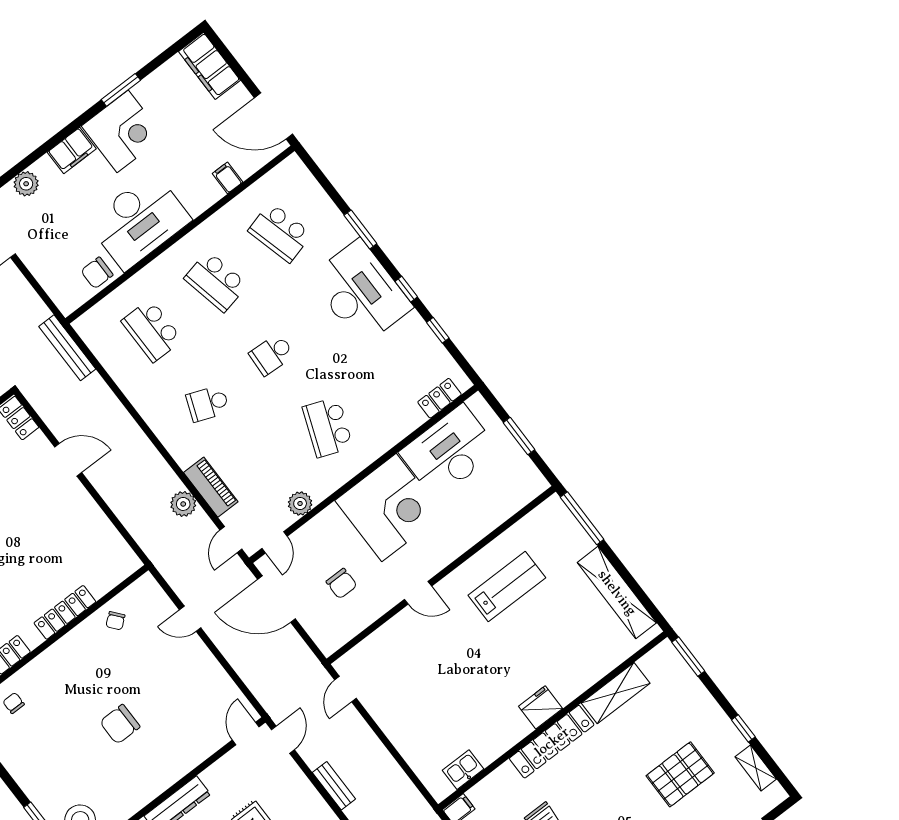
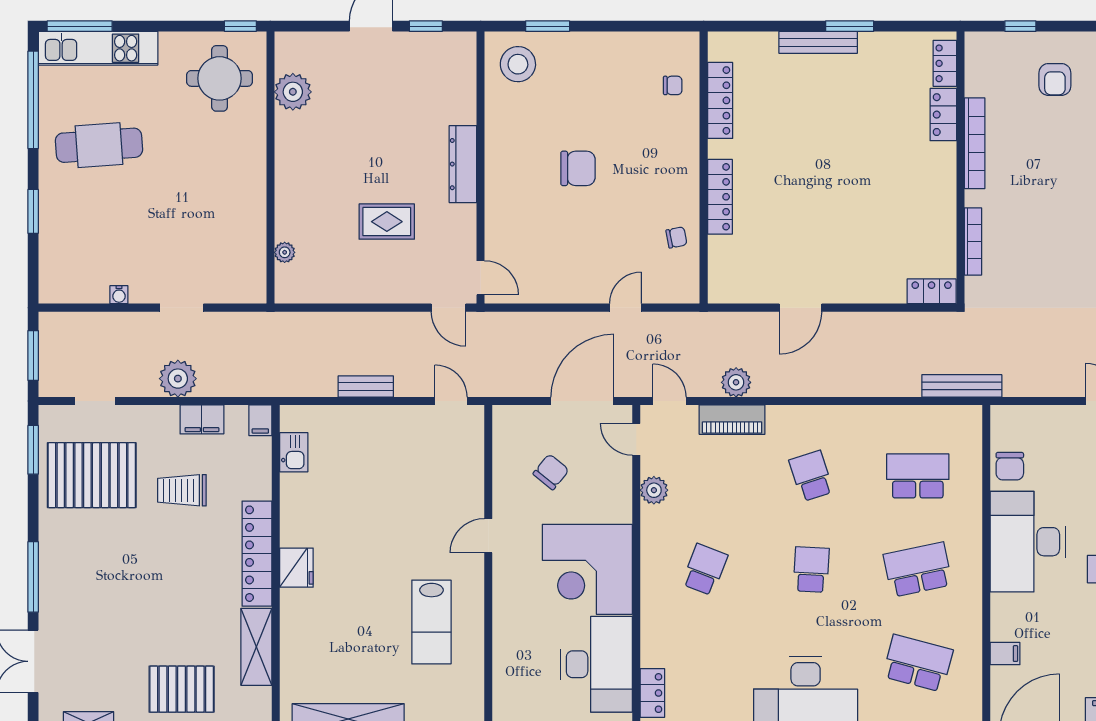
school desk: (280, 232) -> (918, 663), turned 30
chair: (97, 273) -> (1010, 466), turned 180
school desk: (208, 403) -> (811, 476), turned -39
school desk: (328, 427) -> (705, 570), width x0.54
door: (68, 460) -> (800, 308), moved
chair: (341, 584) -> (551, 472), turned 129
chair: (115, 621) -> (676, 237), turned 118
chair: (120, 724) -> (578, 168), turned 90
pallet: (680, 774) -> (182, 689), moved, turned 90
bench: (334, 786) -> (366, 387), moved

